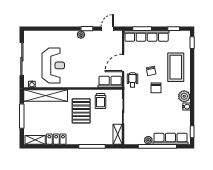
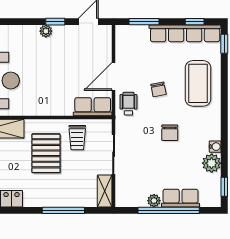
row of seats: (147, 36) -> (185, 33), moved
chair: (156, 88) -> (170, 133), moved
plant: (184, 96) -> (212, 163), moved
row of seats: (170, 139) -> (181, 198), width x0.68

